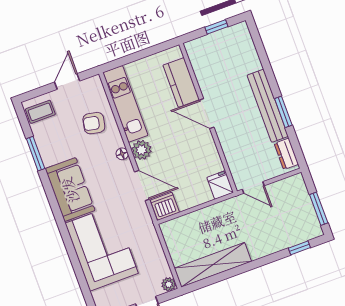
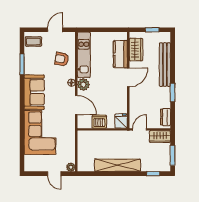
wardrobe: (203, 66) -> (136, 50), added
bench: (268, 106) -> (165, 65), moved
door: (207, 114) -> (128, 77), swing flipped
door: (253, 187) -> (140, 129), swing flipped
wardrobe: (289, 187) -> (160, 137), added
dishwasher: (165, 206) -> (99, 122), moved
shelving: (213, 265) -> (118, 165), moved

